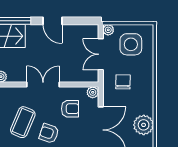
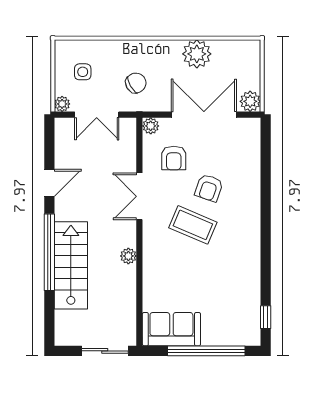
side table: (131, 44) -> (83, 72), width x0.54, depth x0.54
chair: (123, 82) -> (136, 83), turned 149
armchair: (70, 109) -> (174, 158), turned 180

